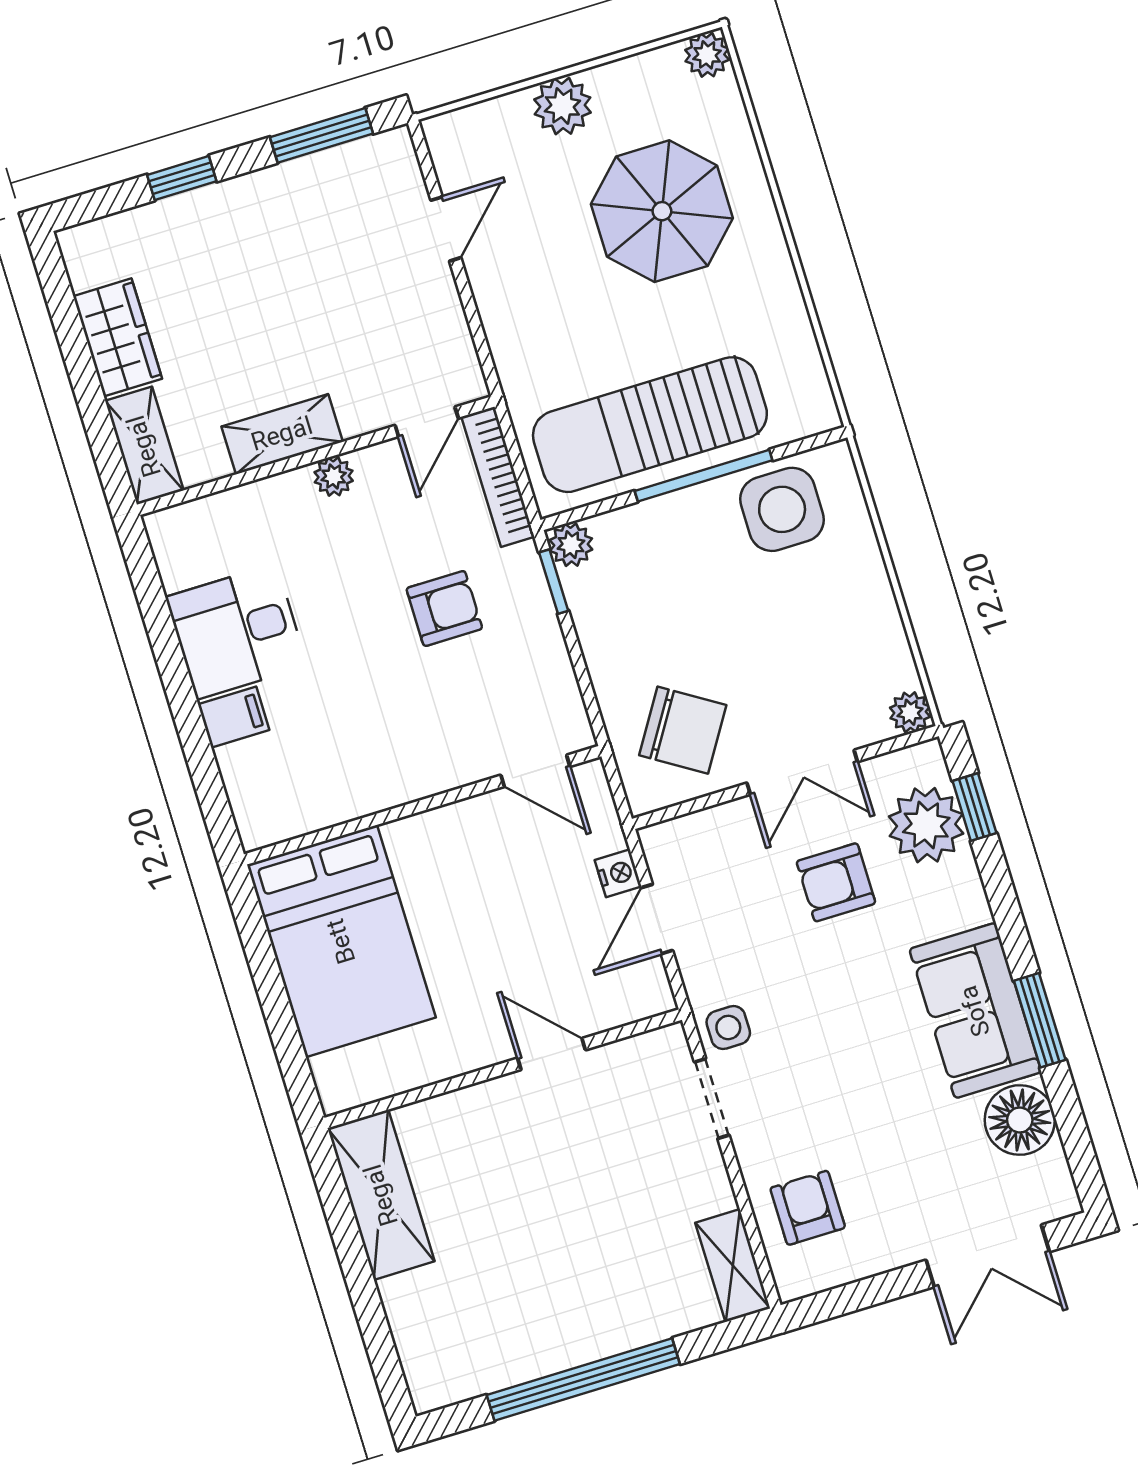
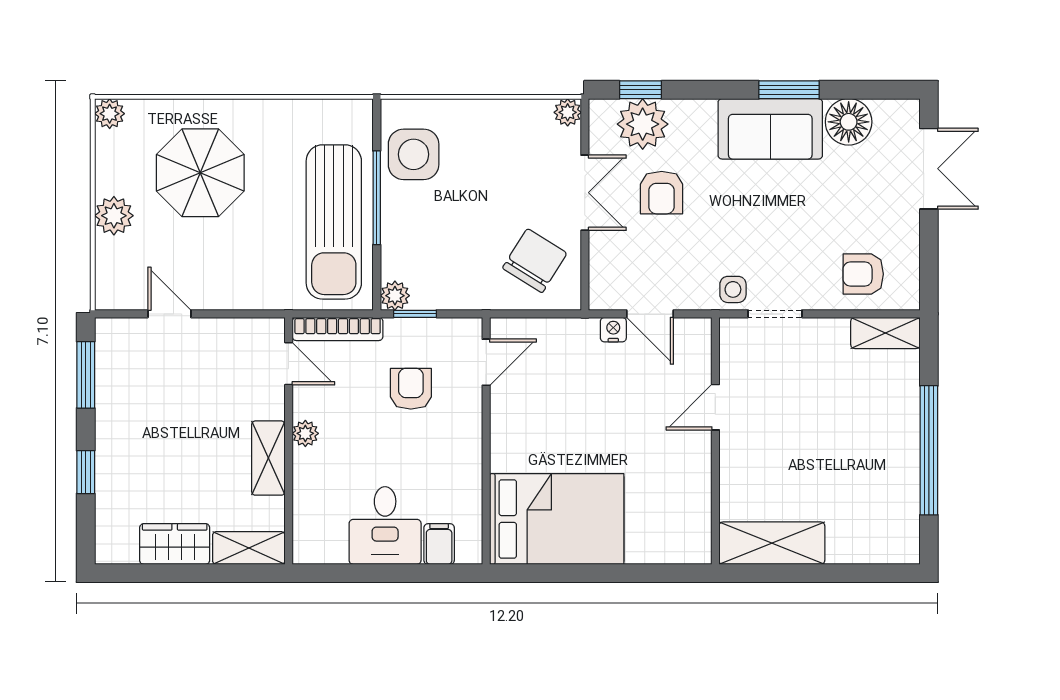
door: (535, 771) -> (486, 362), moved
wall: (423, 805) -> (486, 441), moved
bed: (341, 941) -> (557, 519), moved

